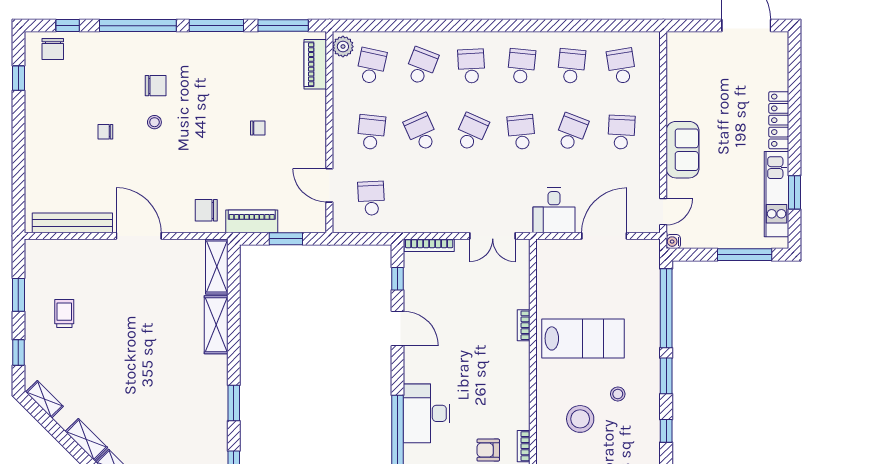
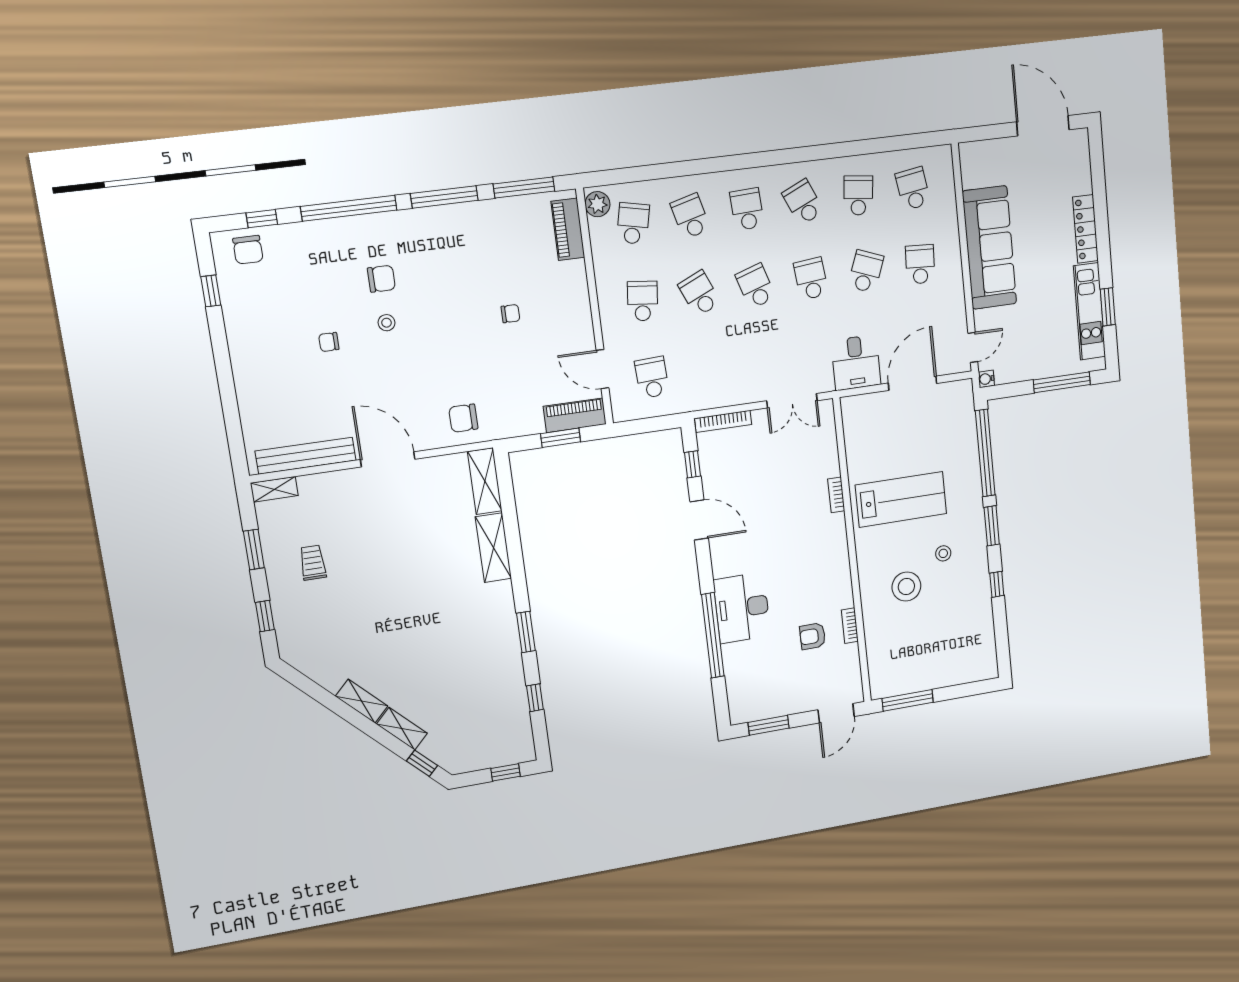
school desk: (421, 66) -> (690, 216), turned -36
school desk: (521, 66) -> (803, 202), turned -30
school desk: (471, 132) -> (756, 286), turned -42
sofa: (683, 150) -> (989, 248), width x1.85, depth x1.27
piano: (252, 221) -> (575, 415), moved
shelving: (44, 399) -> (274, 489), moved, turned -45

